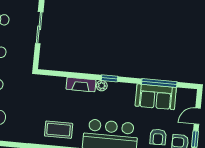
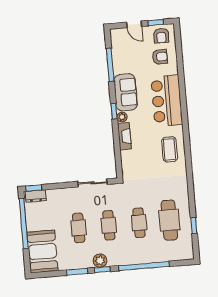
sliding door: (39, 28) -> (93, 183), moved
sofa: (156, 97) -> (126, 92), moved

